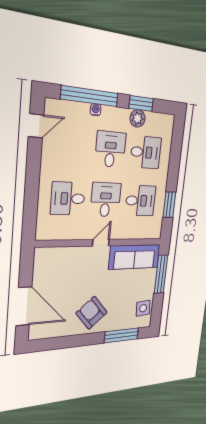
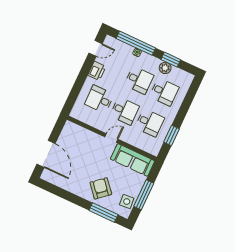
desk: (110, 149) -> (139, 80), turned 90
printer: (50, 159) -> (97, 71), added
desk: (106, 200) -> (125, 111), turned 90
window: (161, 274) -> (144, 195), moved
armchair: (92, 313) -> (101, 188), moved

